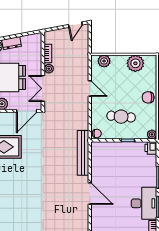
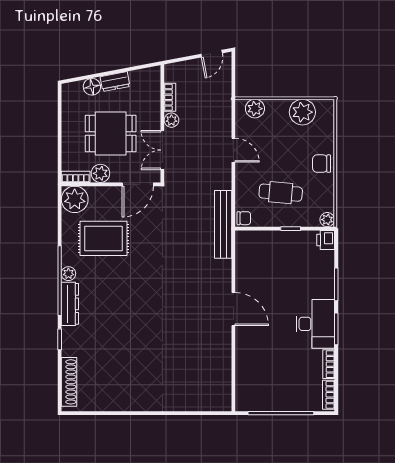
bench: (83, 153) -> (223, 224), moved

